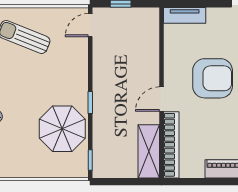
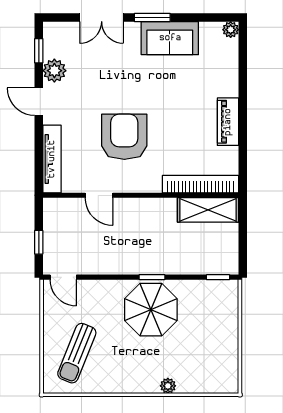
tv unit: (185, 15) -> (52, 159), width x1.41
door: (162, 99) -> (99, 195), moved
parasol: (62, 129) -> (151, 310), moved

